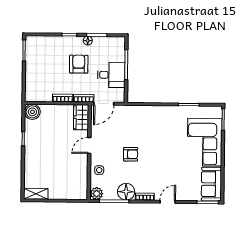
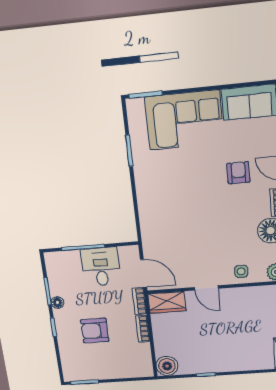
armchair: (79, 64) -> (95, 331), moved
armchair: (131, 154) -> (238, 173), moved

